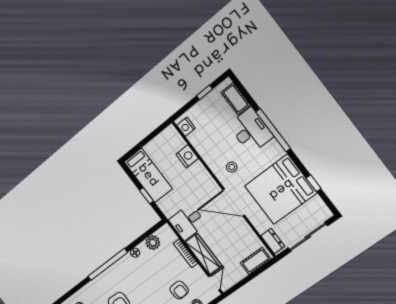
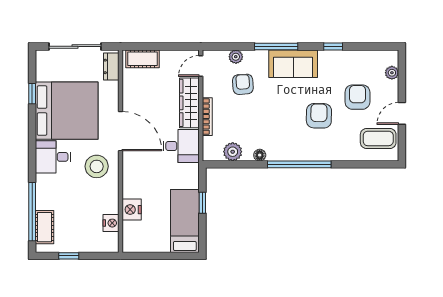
nightstand: (186, 127) -> (111, 223), moved
window: (273, 130) -> (32, 212), moved
desk: (251, 131) -> (53, 157), moved, width x0.73
stool: (232, 167) -> (97, 166), width x1.89, depth x1.89

